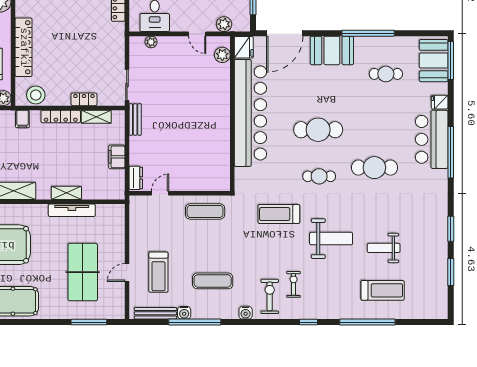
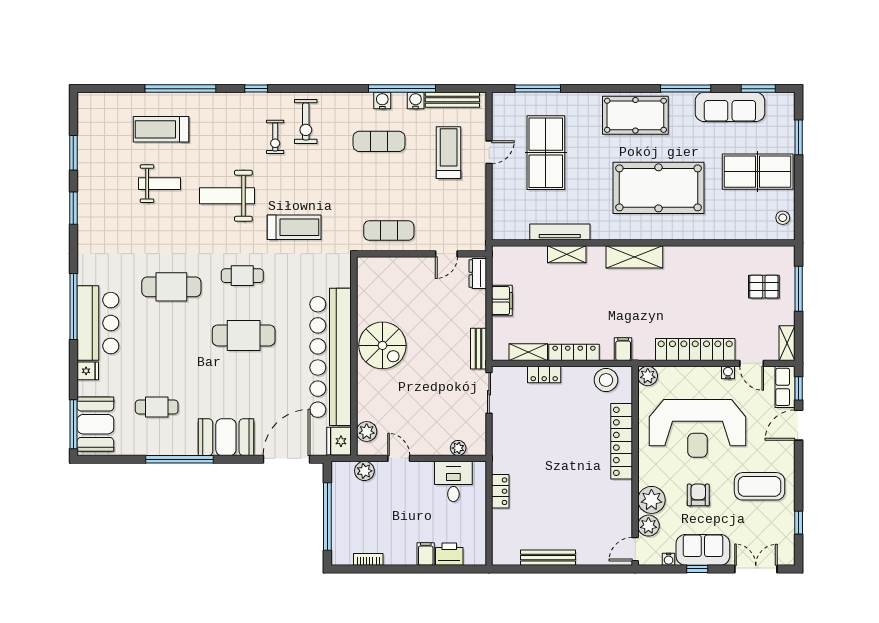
spiral stairs: (210, 122) -> (382, 345), added
water cooler: (246, 313) -> (382, 101), moved

